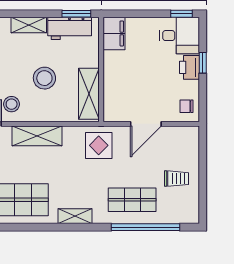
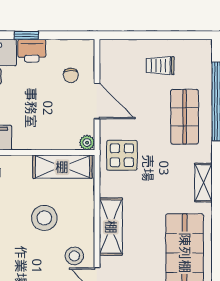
chair: (186, 106) -> (71, 75), moved
plant: (110, 115) -> (87, 143), added
trolley: (177, 179) -> (160, 66), turned -90

